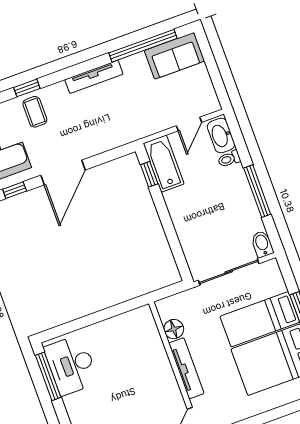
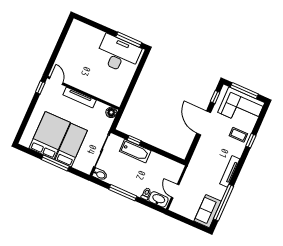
bathtub: (164, 164) -> (135, 151), moved
window: (149, 174) -> (134, 140), moved
floor lamp: (174, 329) -> (111, 112), moved
desk: (71, 365) -> (118, 54), width x1.36, depth x1.30

